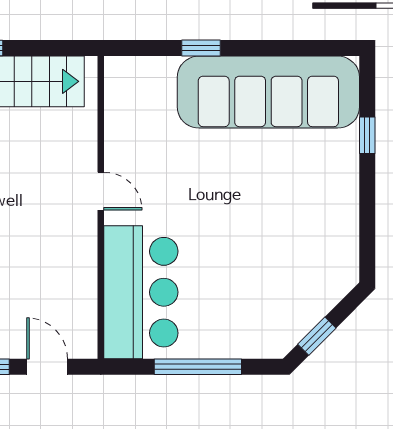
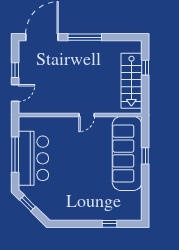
sofa: (268, 92) -> (127, 153), moved
bar counter: (141, 292) -> (33, 158), moved, turned -90

